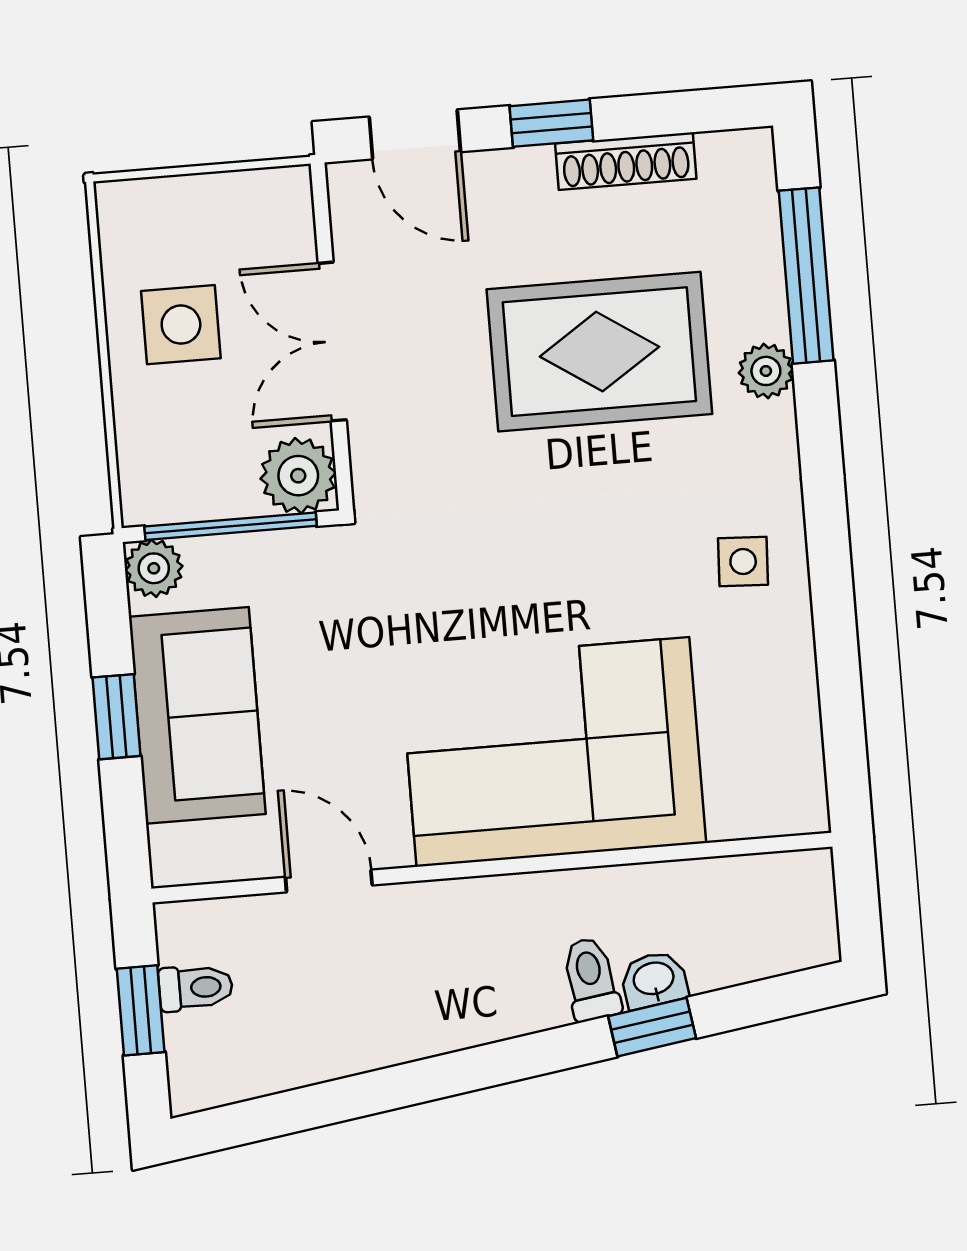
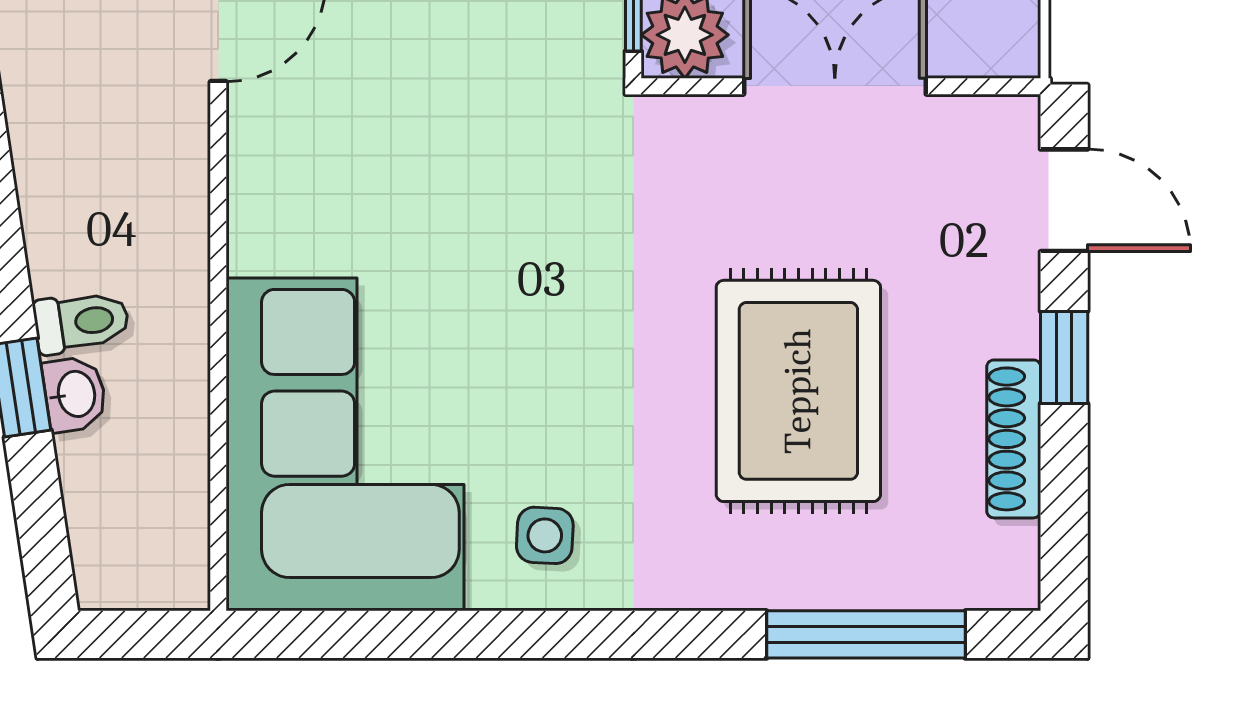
door: (415, 134) -> (1064, 200), swing flipped
plant: (766, 371) -> (761, 579), removed
corner sofa: (553, 752) -> (345, 444), moved

